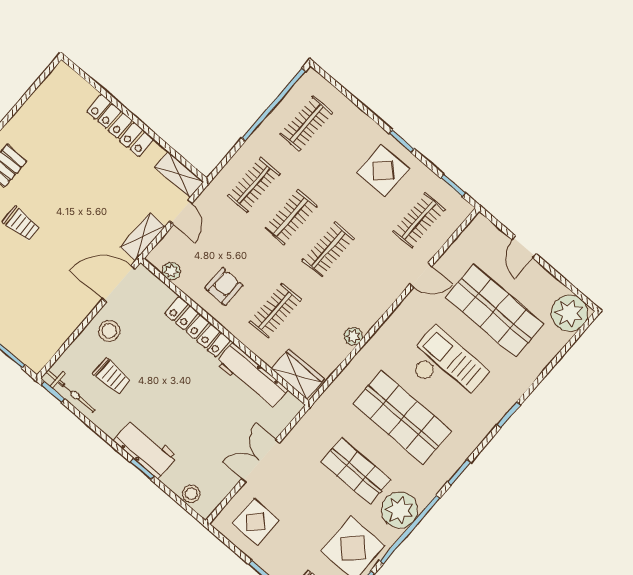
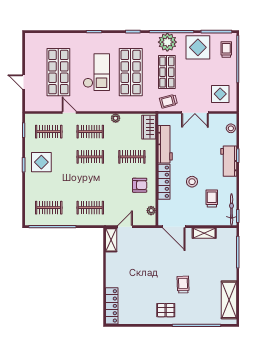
locker: (120, 125) -> (112, 306), moved
clothes rail: (291, 217) -> (90, 132), moved
shelving: (143, 237) -> (204, 233), moved
door: (524, 247) -> (24, 82), swing flipped
armchair: (224, 286) -> (140, 185), turned 180
plant: (570, 313) -> (34, 42), removed
stool: (109, 331) -> (192, 182), moved
checkout: (446, 367) -> (96, 72), turned 180
trolley: (311, 436) -> (168, 101), added

